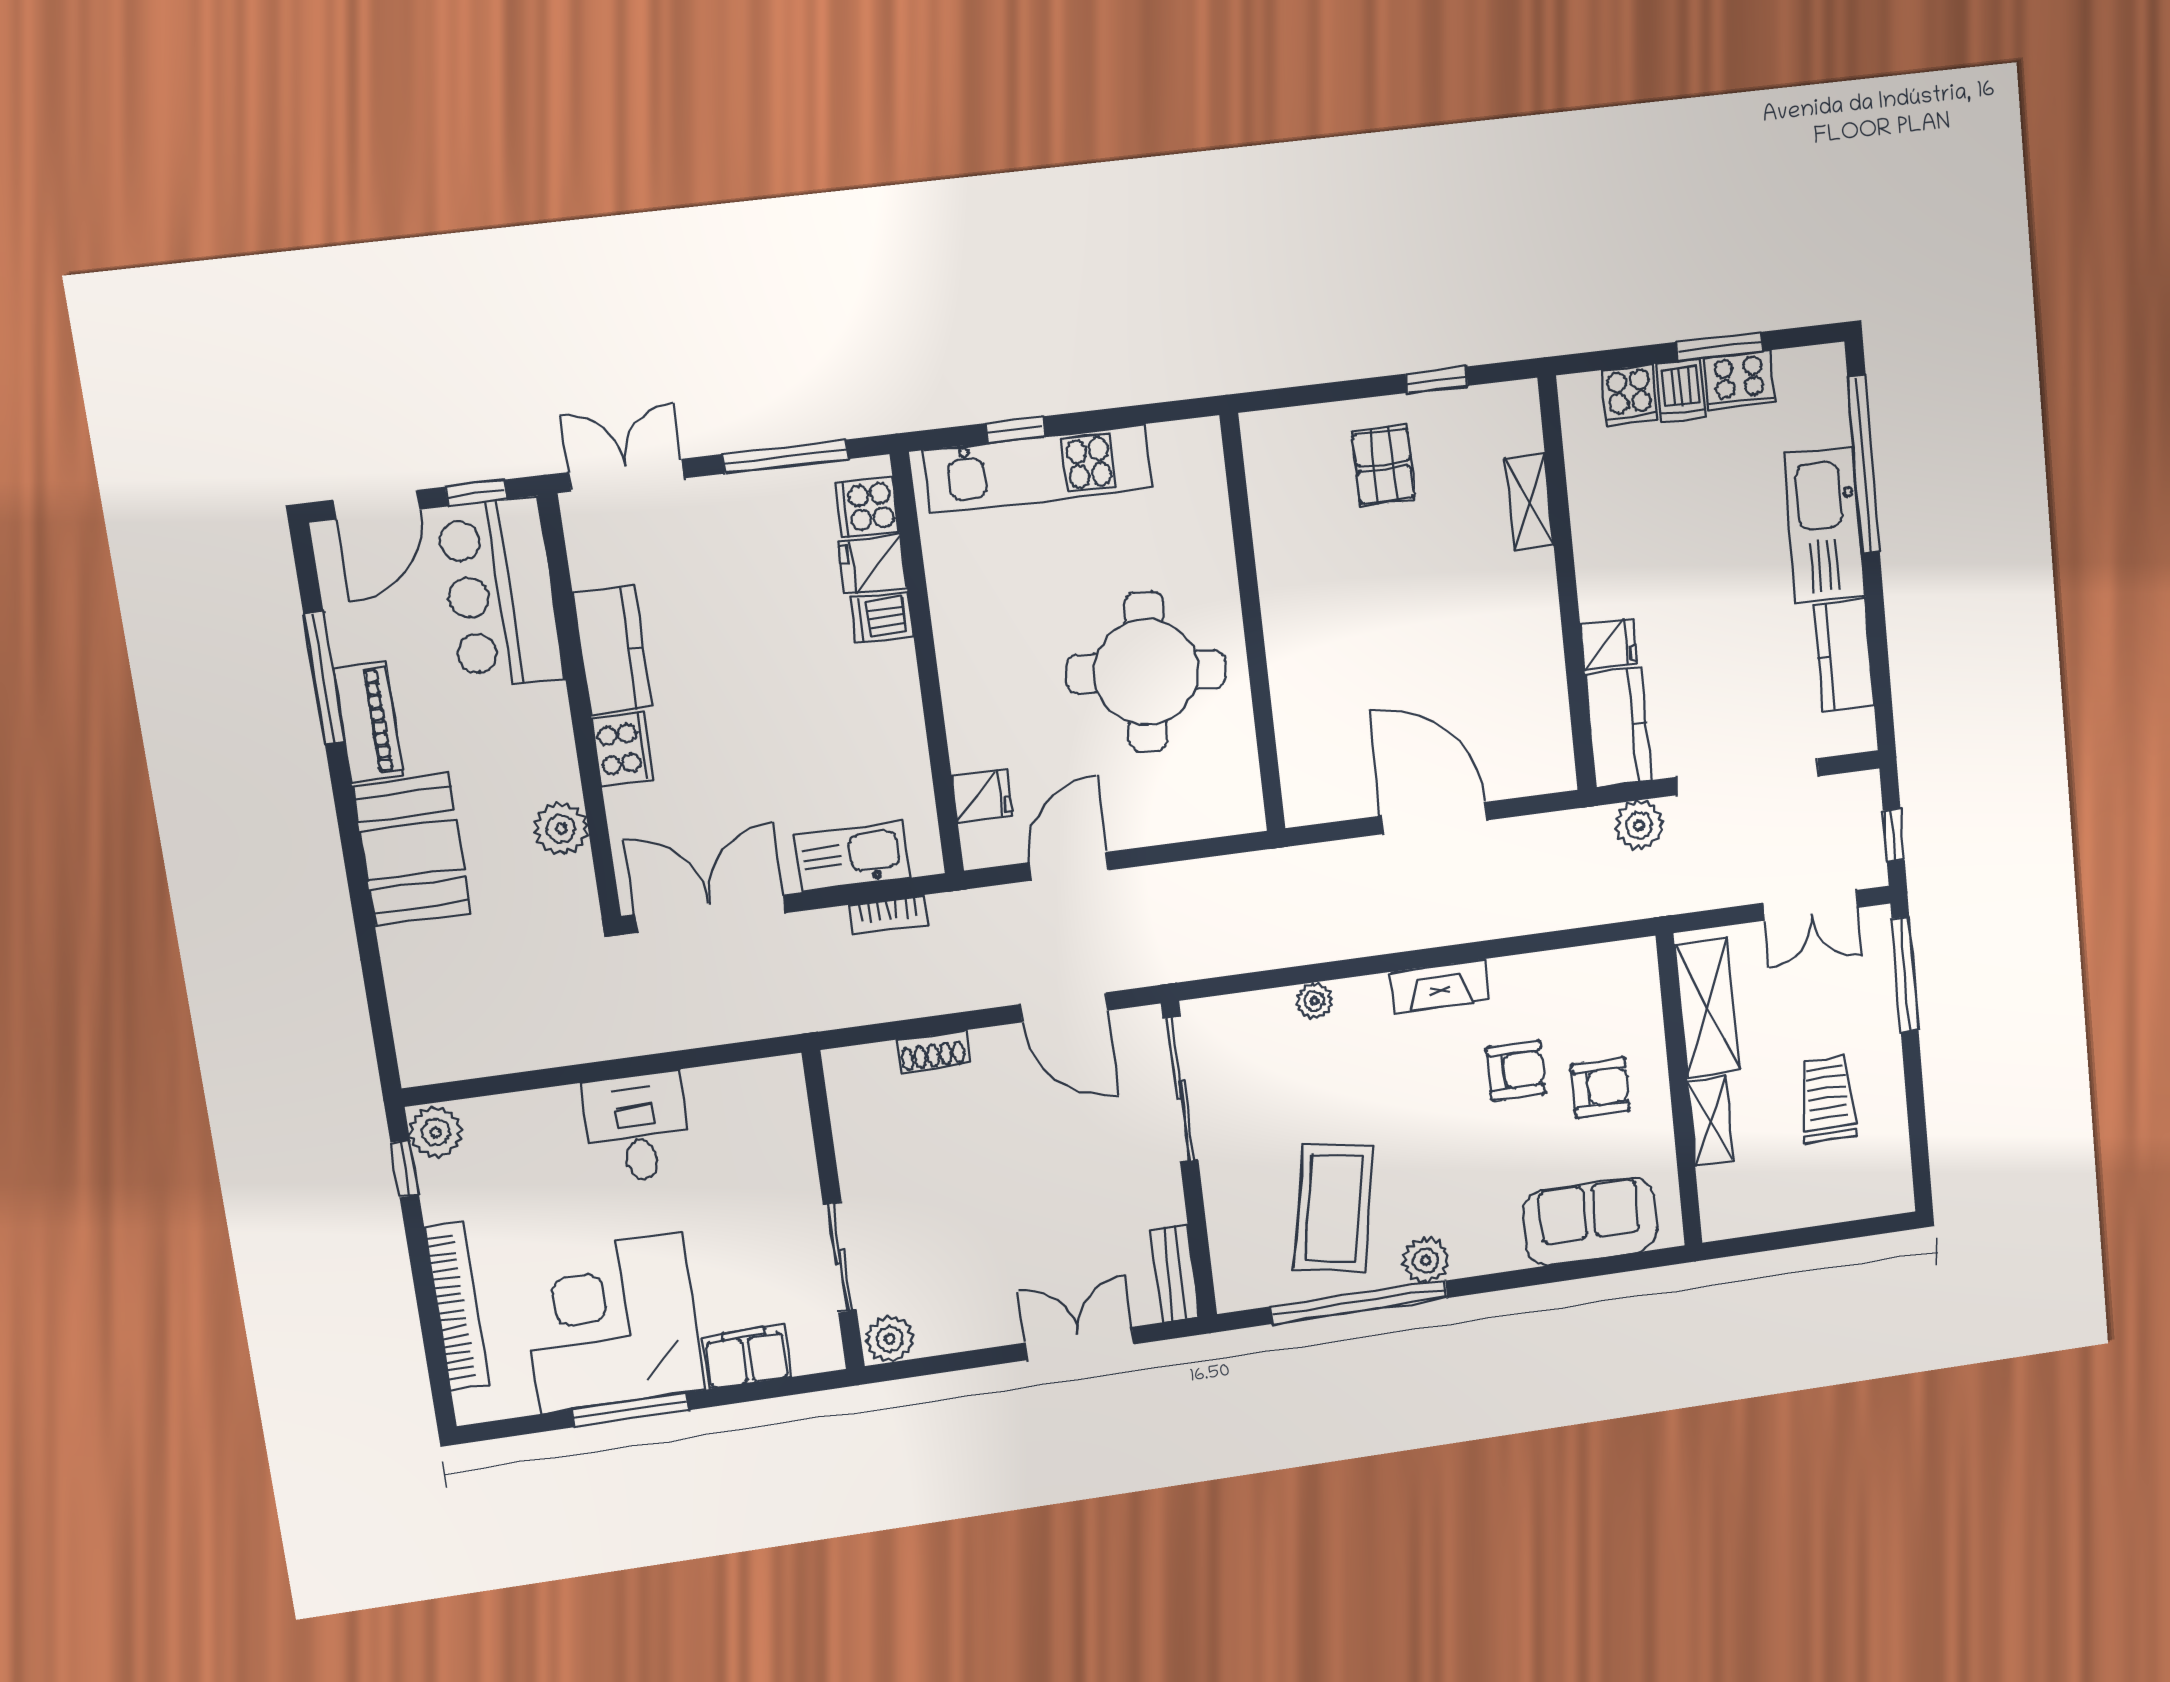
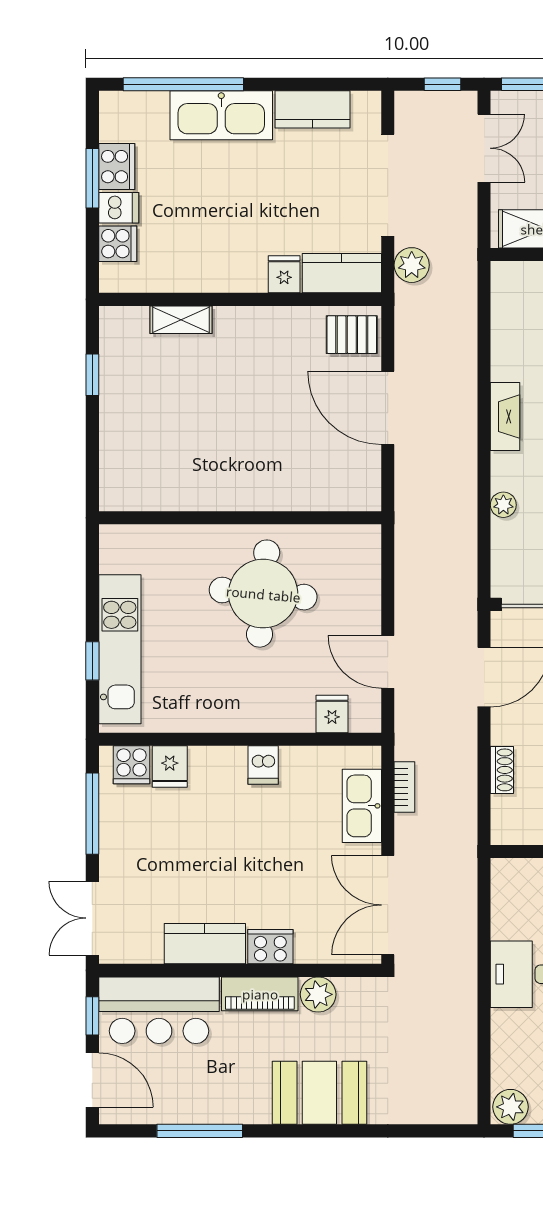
pallet: (1384, 466) -> (352, 335), moved
dishwasher: (882, 617) -> (263, 765), moved
piano: (368, 722) -> (260, 994), moved, turned 180
door: (1434, 818) -> (388, 408), hinge flipped

